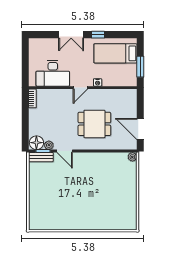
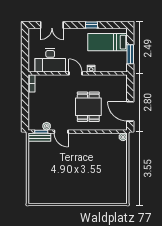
double door: (71, 35) -> (52, 25), moved
door: (80, 88) -> (76, 73), swing flipped
dining table: (94, 124) -> (88, 107), turned 90
floor lamp: (36, 143) -> (35, 124), removed

